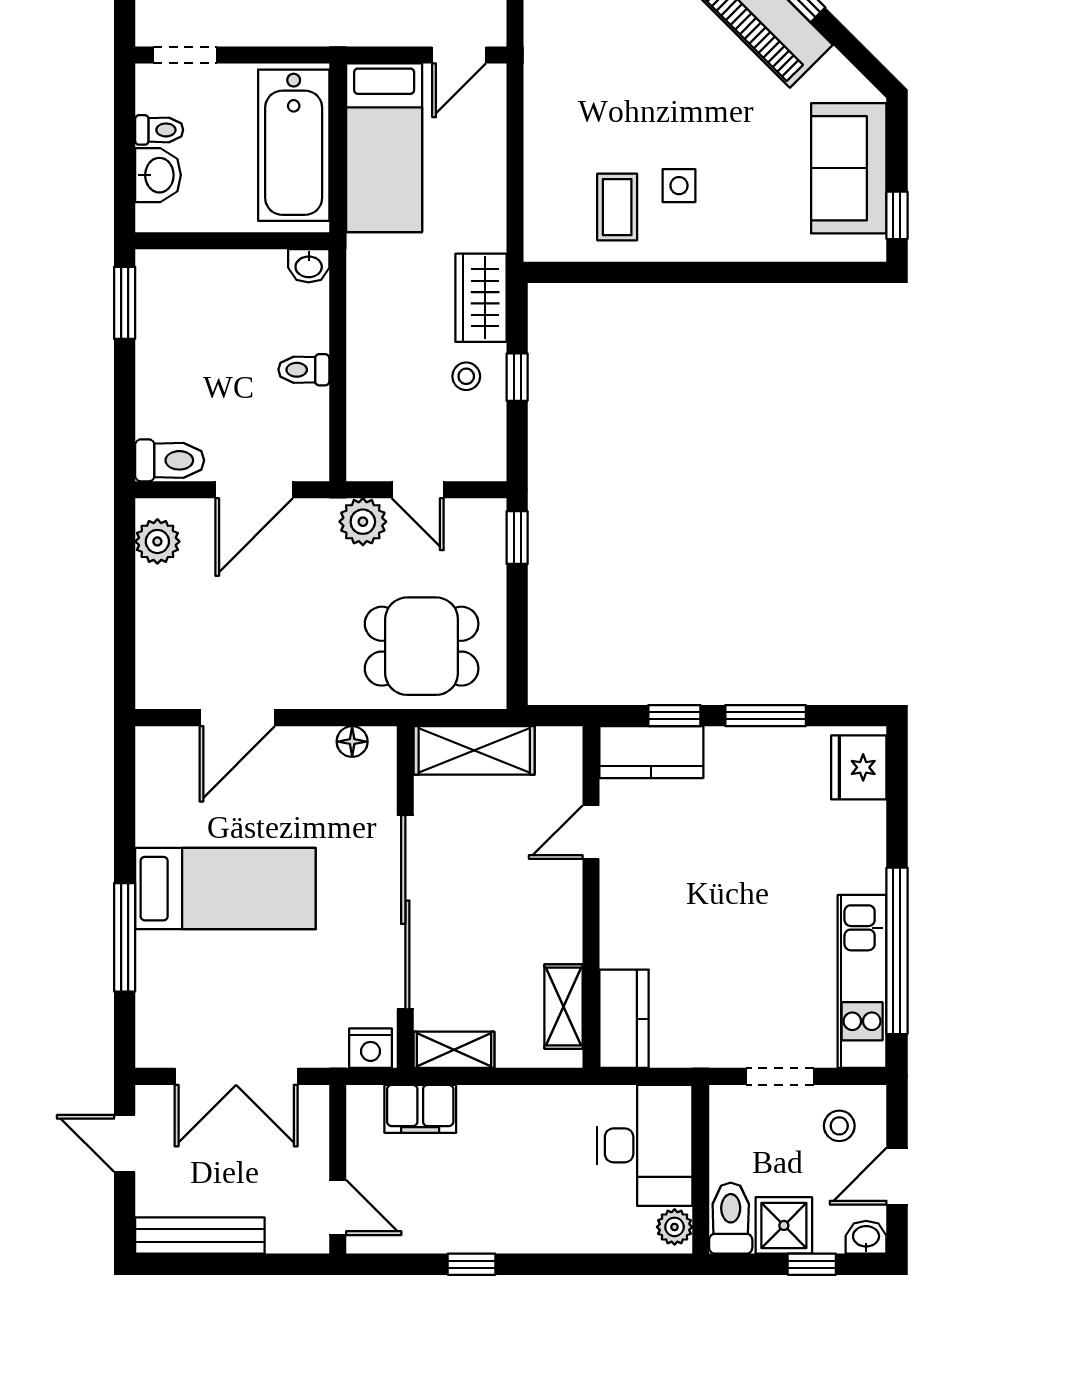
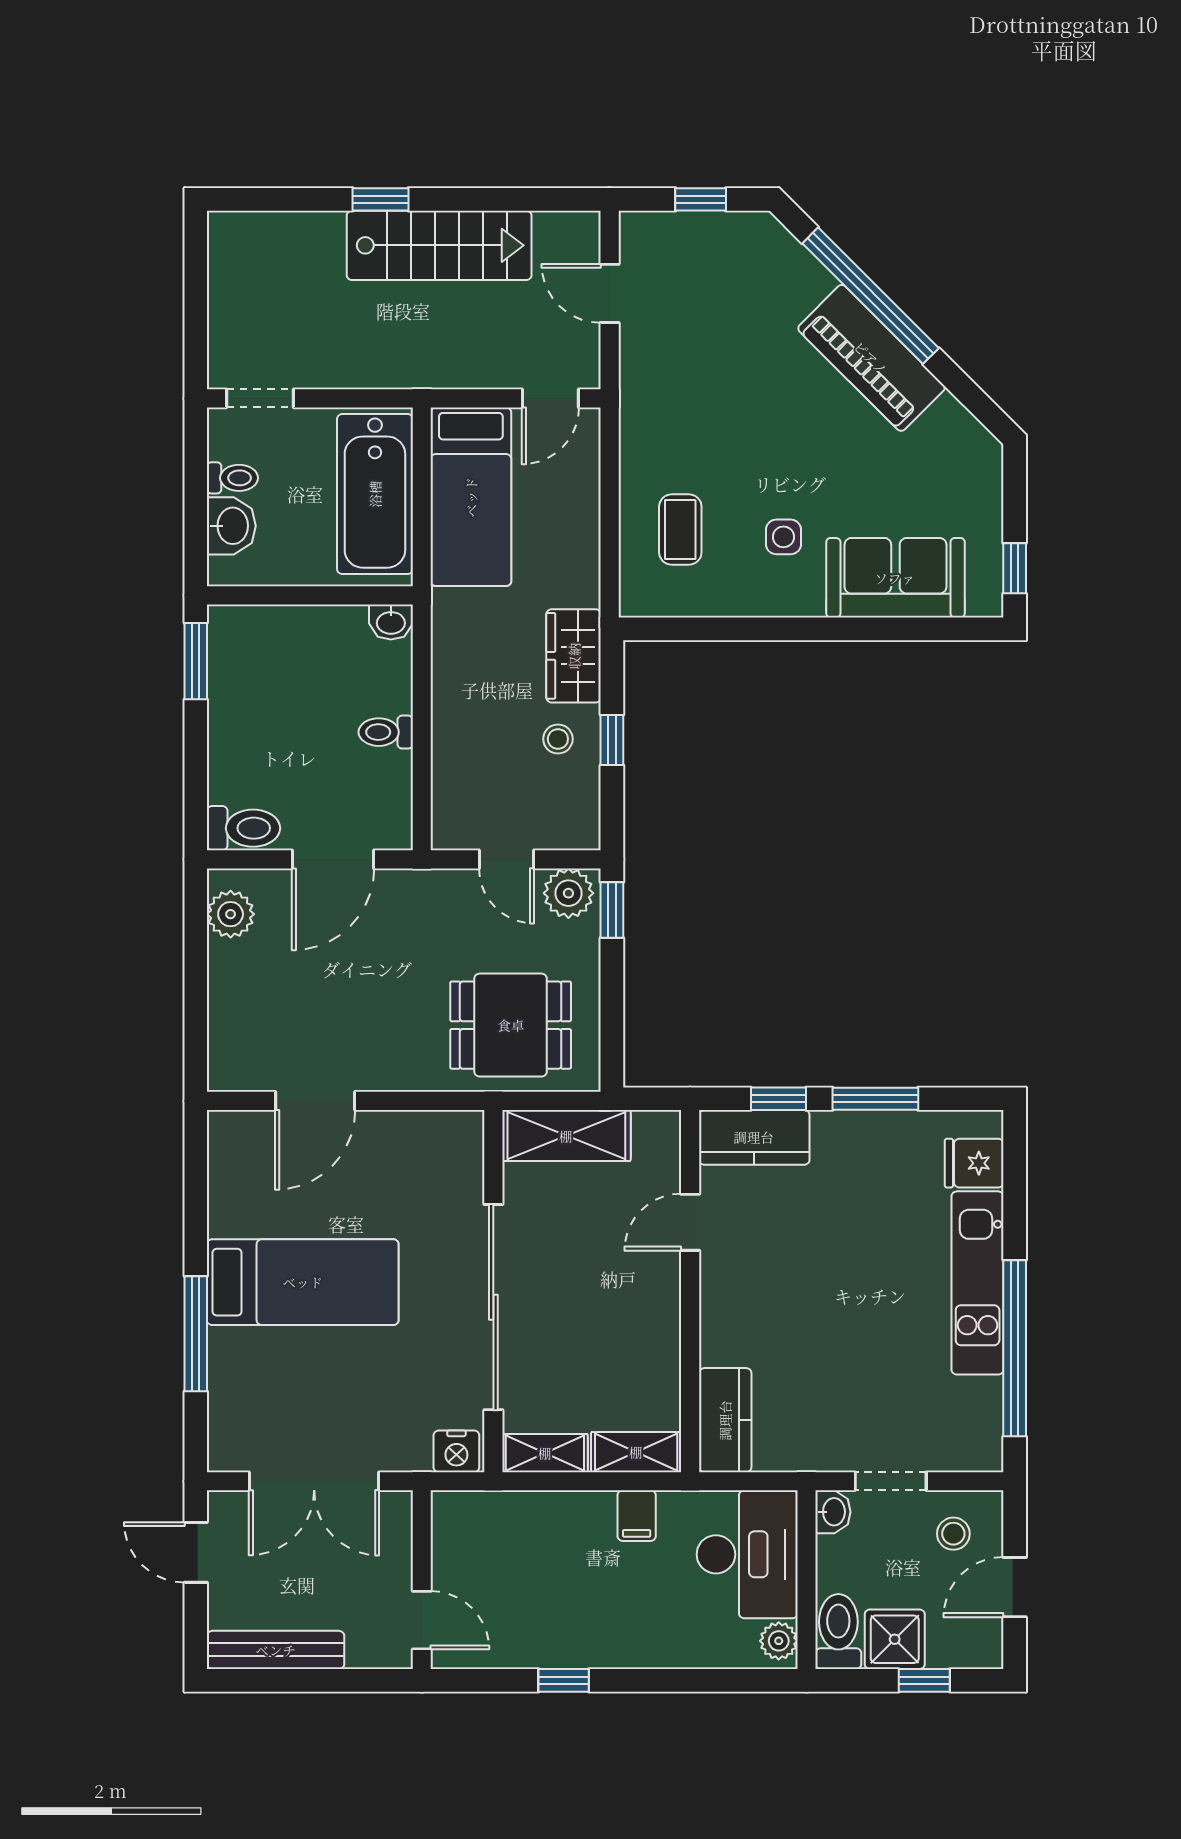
sofa: (849, 168) -> (895, 578), moved, turned 90
coffee table: (617, 207) -> (680, 530), moved
plant: (363, 522) -> (568, 893), moved
floor lamp: (352, 742) -> (437, 1126), removed
fridge: (859, 767) -> (974, 1163), width x0.72
kitchen unit: (862, 981) -> (978, 1283), moved
shelving: (564, 1007) -> (636, 1452), moved, turned 90
filing cabinet: (420, 1109) -> (637, 1516), moved, width x0.50
washbasin: (866, 1237) -> (833, 1512), moved, turned 90

